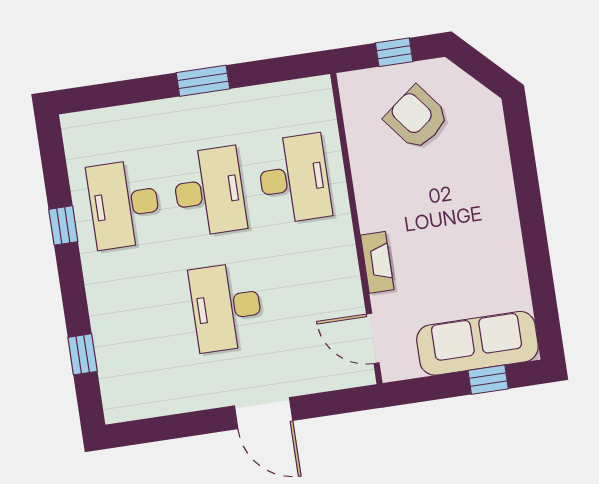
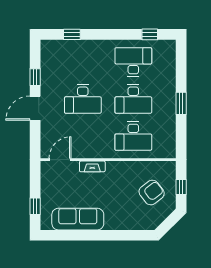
window: (63, 225) -> (150, 34), moved
desk: (226, 307) -> (83, 99), turned 180
sofa: (477, 343) -> (78, 219), moved, turned -90
window: (193, 424) -> (35, 77), added

